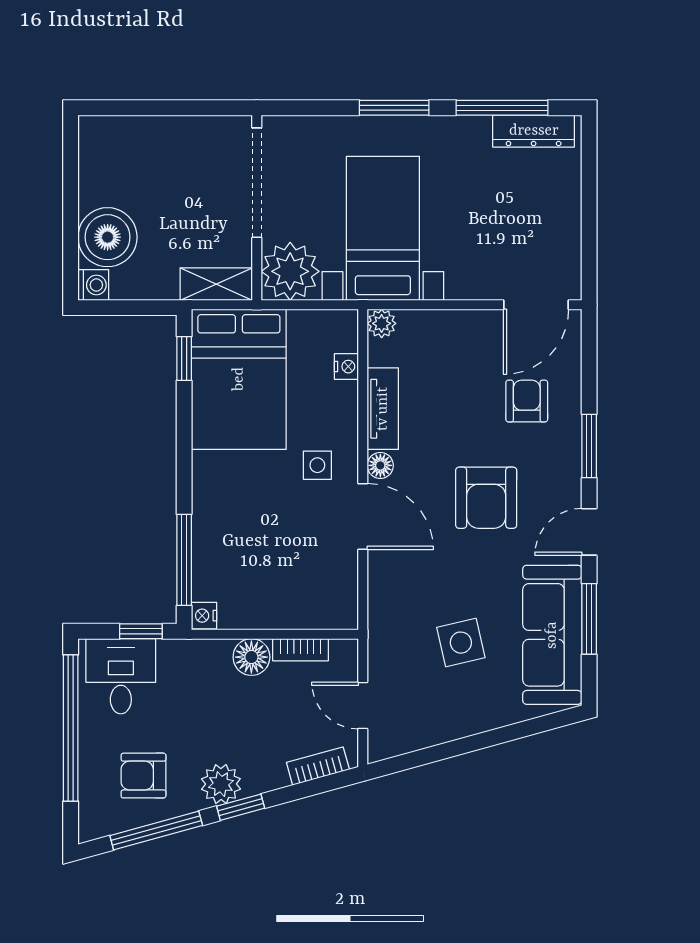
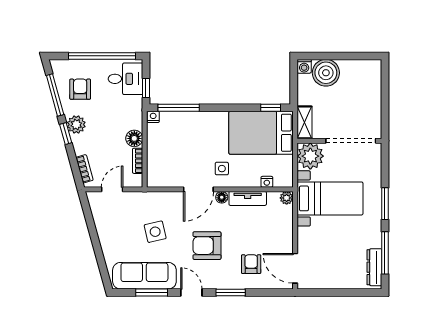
armchair: (527, 401) -> (251, 264), turned -90
side table: (461, 643) -> (155, 232), moved

